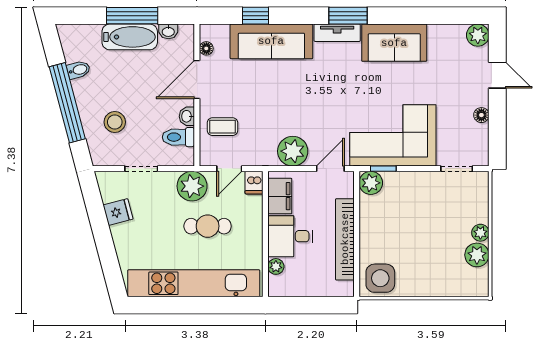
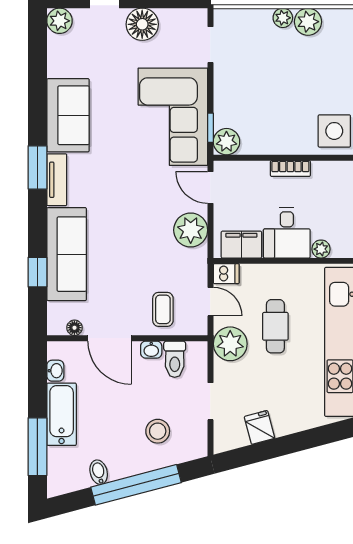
window: (132, 16) -> (37, 447), moved
floor lamp: (481, 115) -> (142, 24), width x1.89, depth x1.89
bookcase: (345, 239) -> (290, 168), width x0.43, depth x0.76

